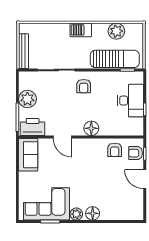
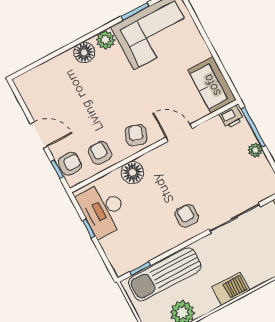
plant: (27, 99) -> (255, 150), width x0.53, depth x0.53
desk: (131, 101) -> (103, 210), moved
printer: (33, 127) -> (231, 117), width x0.53, depth x0.68
floor lamp: (91, 128) -> (132, 173), moved
armchair: (88, 149) -> (136, 135), added

